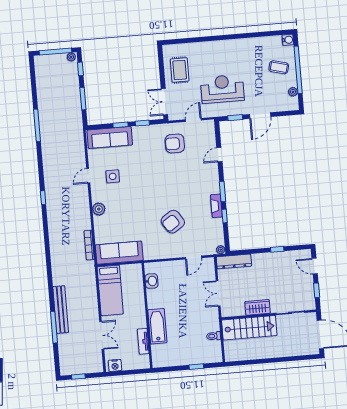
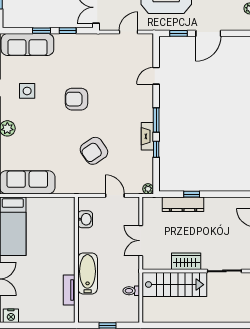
armchair: (175, 144) -> (76, 99), moved
window: (277, 249) -> (192, 194), moved
door: (193, 258) -> (115, 195), swing flipped
dresser: (234, 261) -> (183, 204), moved
washbasin: (152, 281) -> (85, 219), moved
wall: (147, 316) -> (76, 260), moved
bathtub: (157, 326) -> (88, 273), moved
tv unit: (143, 341) -> (69, 290), moved

